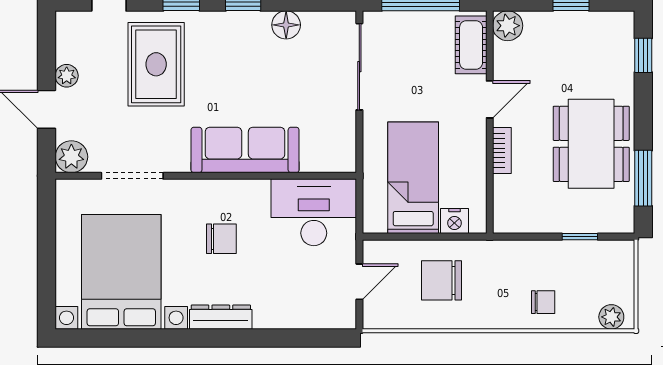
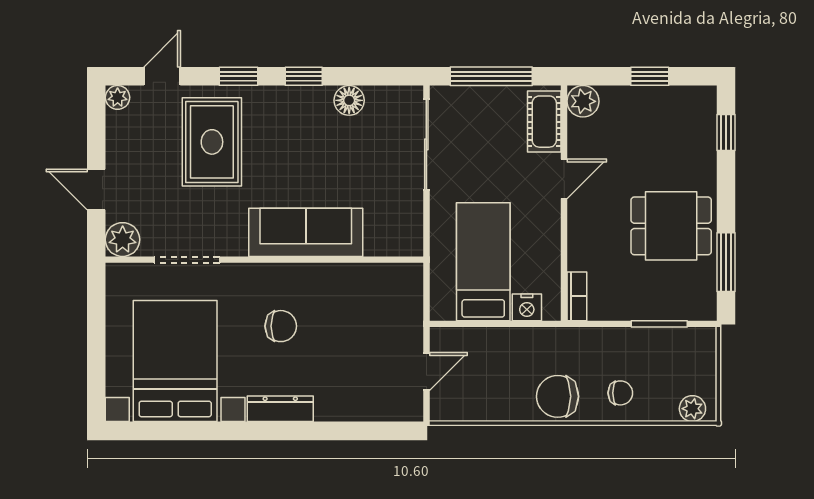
plant: (67, 76) -> (118, 97), moved
dining table: (591, 144) -> (671, 226), width x0.73
bookcase: (502, 151) -> (577, 296), moved
desk: (314, 212) -> (378, 298), removed
window: (580, 237) -> (659, 324), width x1.50
chair: (442, 280) -> (558, 396), moved

